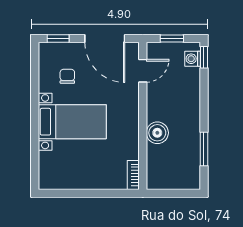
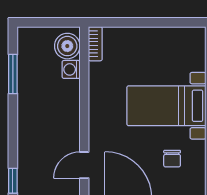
washing machine: (193, 59) -> (71, 69), moved, turned 180
boiler: (157, 133) -> (67, 46), moved

